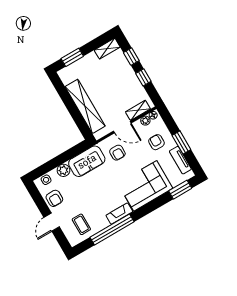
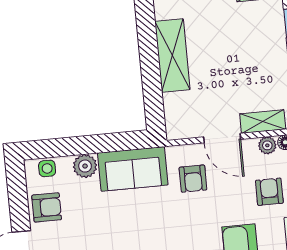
shelving: (85, 106) -> (172, 56), width x0.68
armchair: (54, 198) -> (47, 207), turned -90

